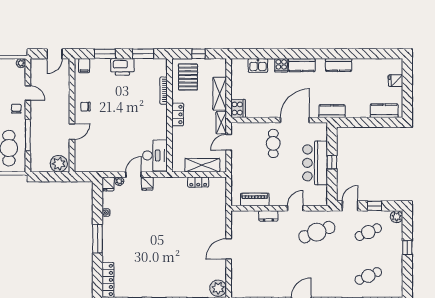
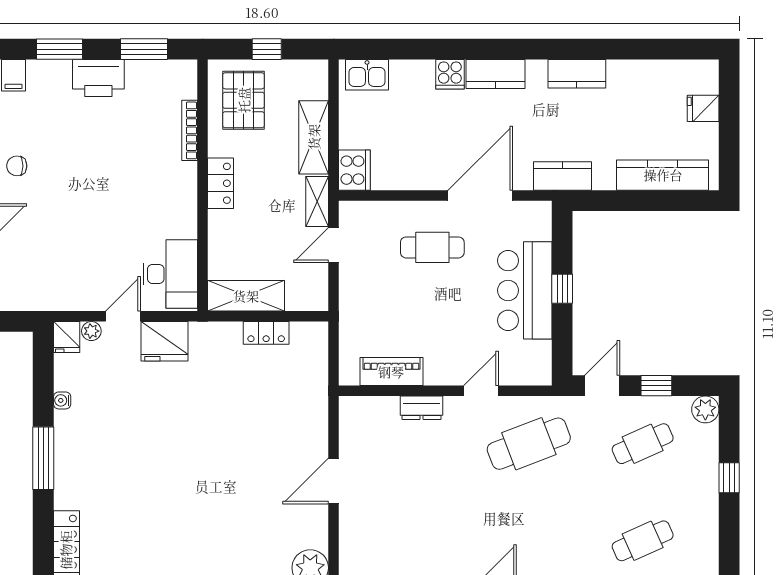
kitchen sink: (258, 65) -> (367, 75), moved
kitchen counter: (384, 111) -> (663, 175), width x1.50
cafe table: (273, 143) -> (432, 247), turned 90
shelving: (202, 165) -> (246, 296), moved
fridge: (147, 184) -> (165, 341), width x1.88, depth x1.34

